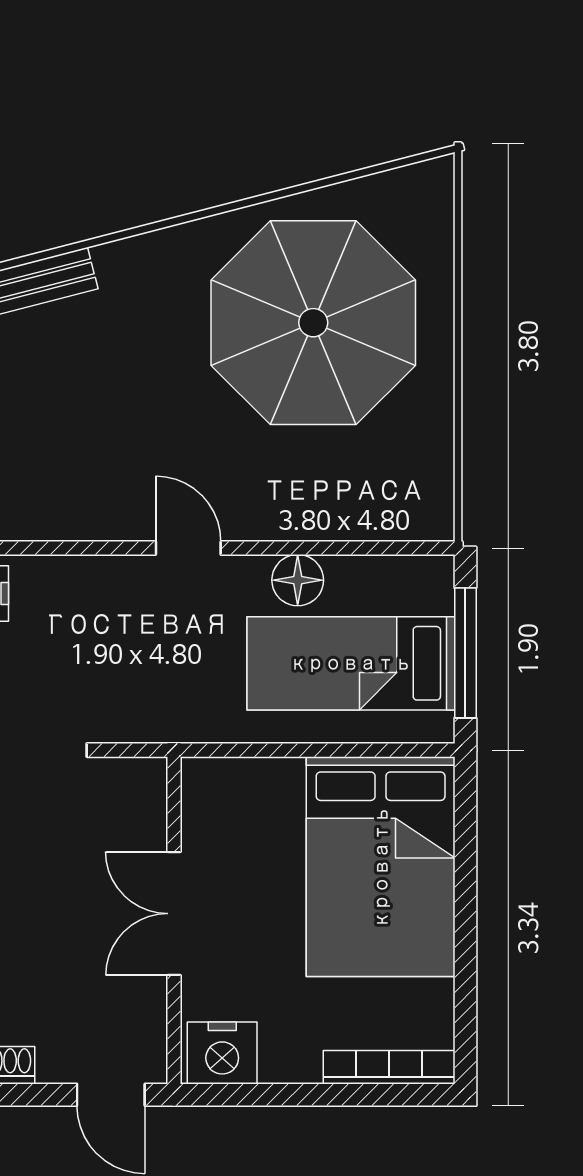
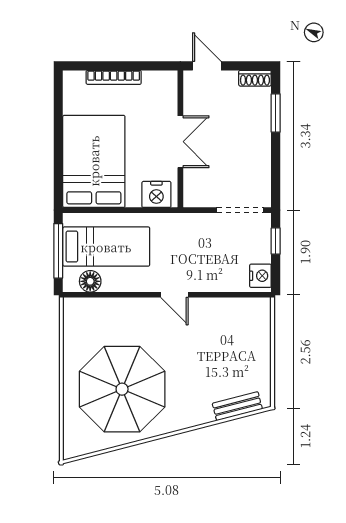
floor lamp: (298, 580) -> (90, 281), moved
nightstand: (222, 1053) -> (156, 194), moved, turned 180
bookcase: (389, 1067) -> (114, 77), moved

